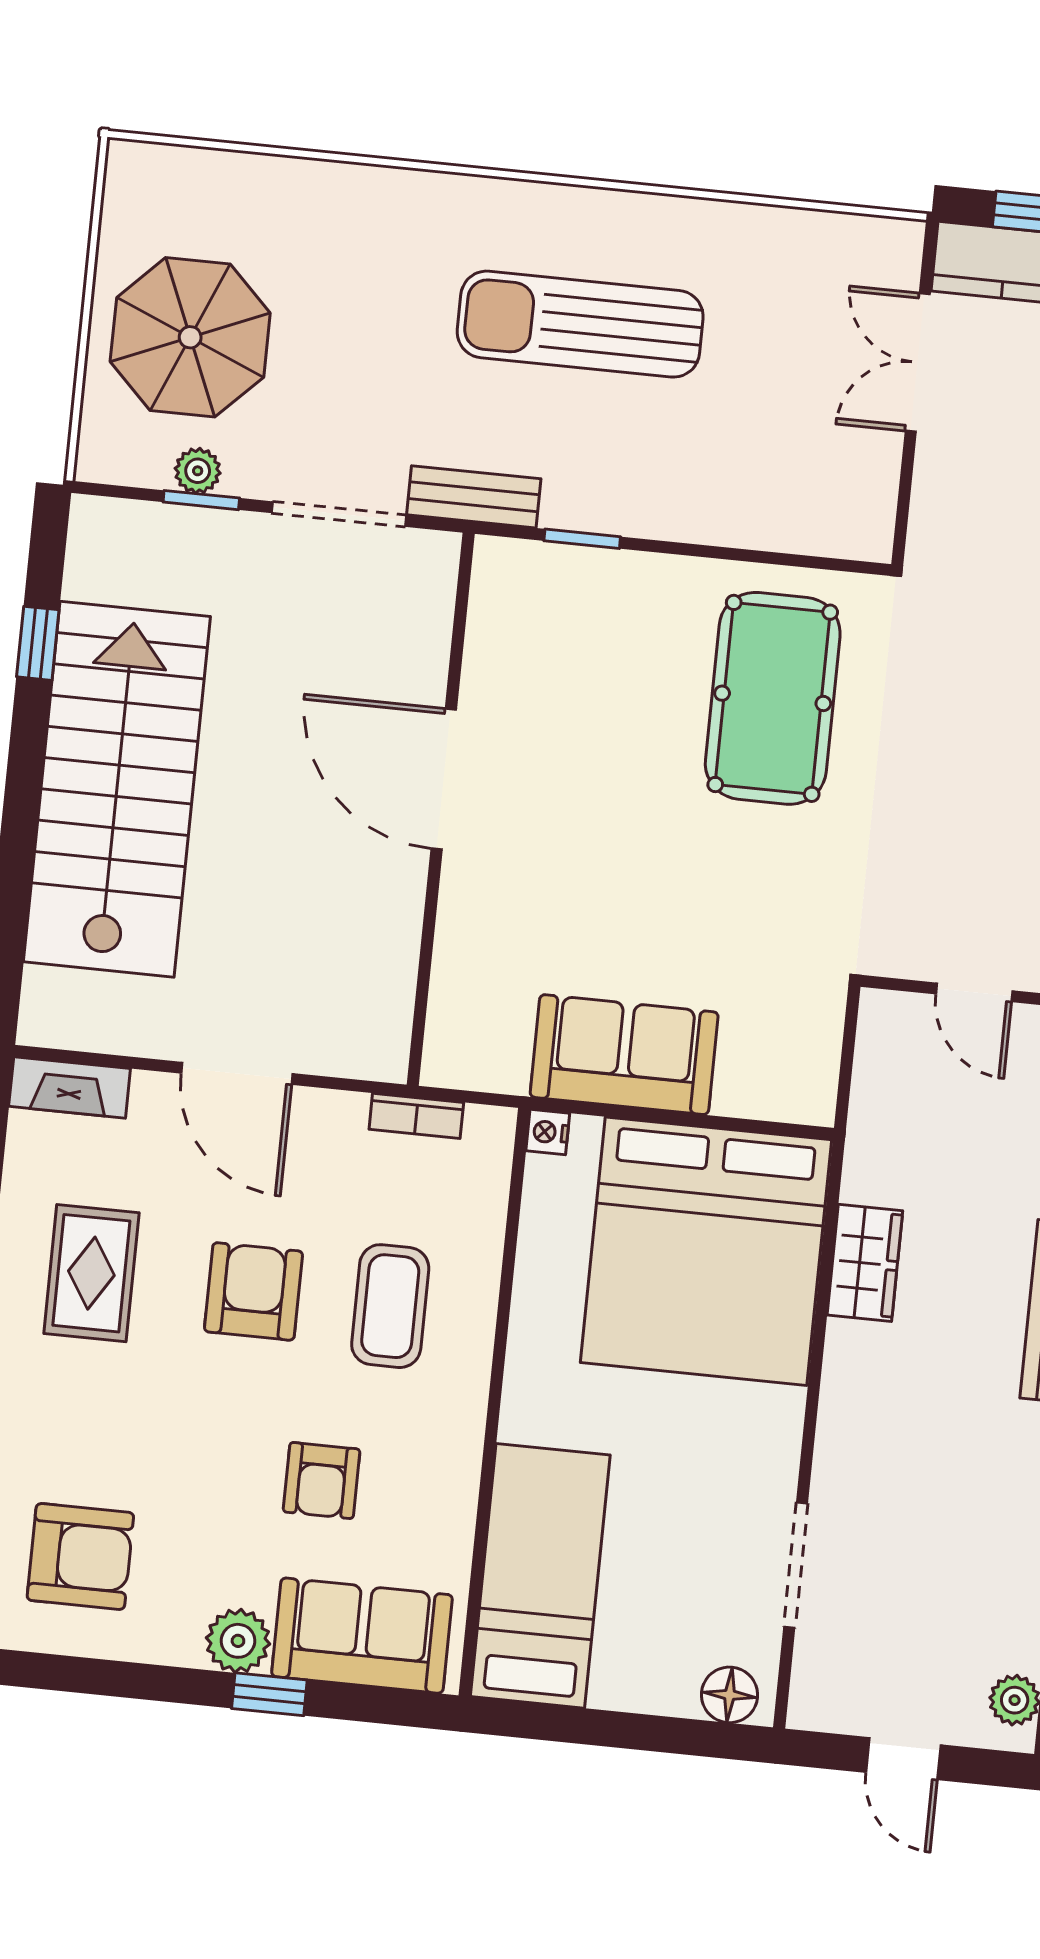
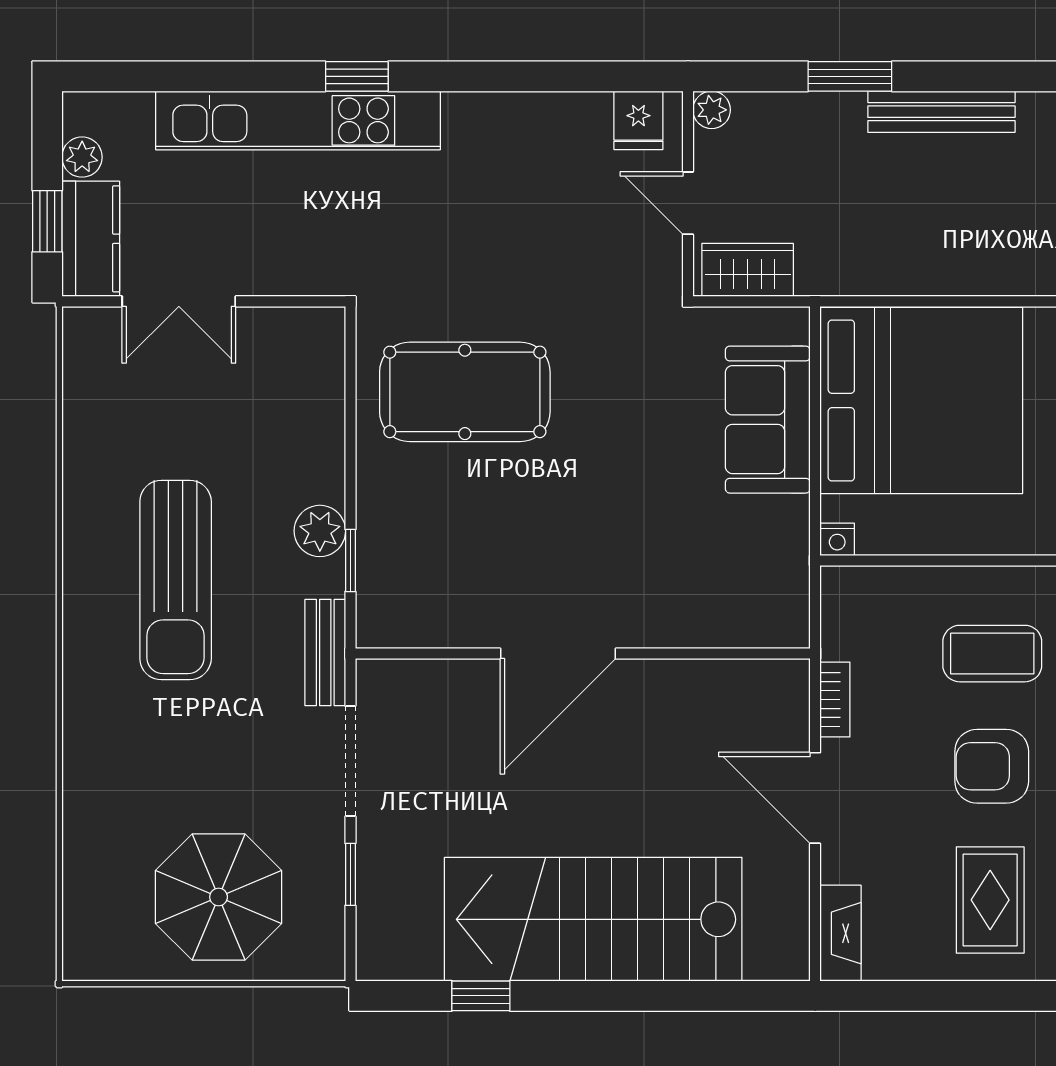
plant: (198, 471) -> (320, 531), moved, width x1.38, depth x1.38
door: (974, 992) -> (688, 203), swing flipped
sofa: (624, 1055) -> (768, 420), moved
door: (237, 1073) -> (815, 798), swing flipped
bookcase: (416, 1116) -> (835, 700), moved
wardrobe: (865, 1263) -> (748, 270), moved
rug: (91, 1273) -> (990, 900), turned 90

